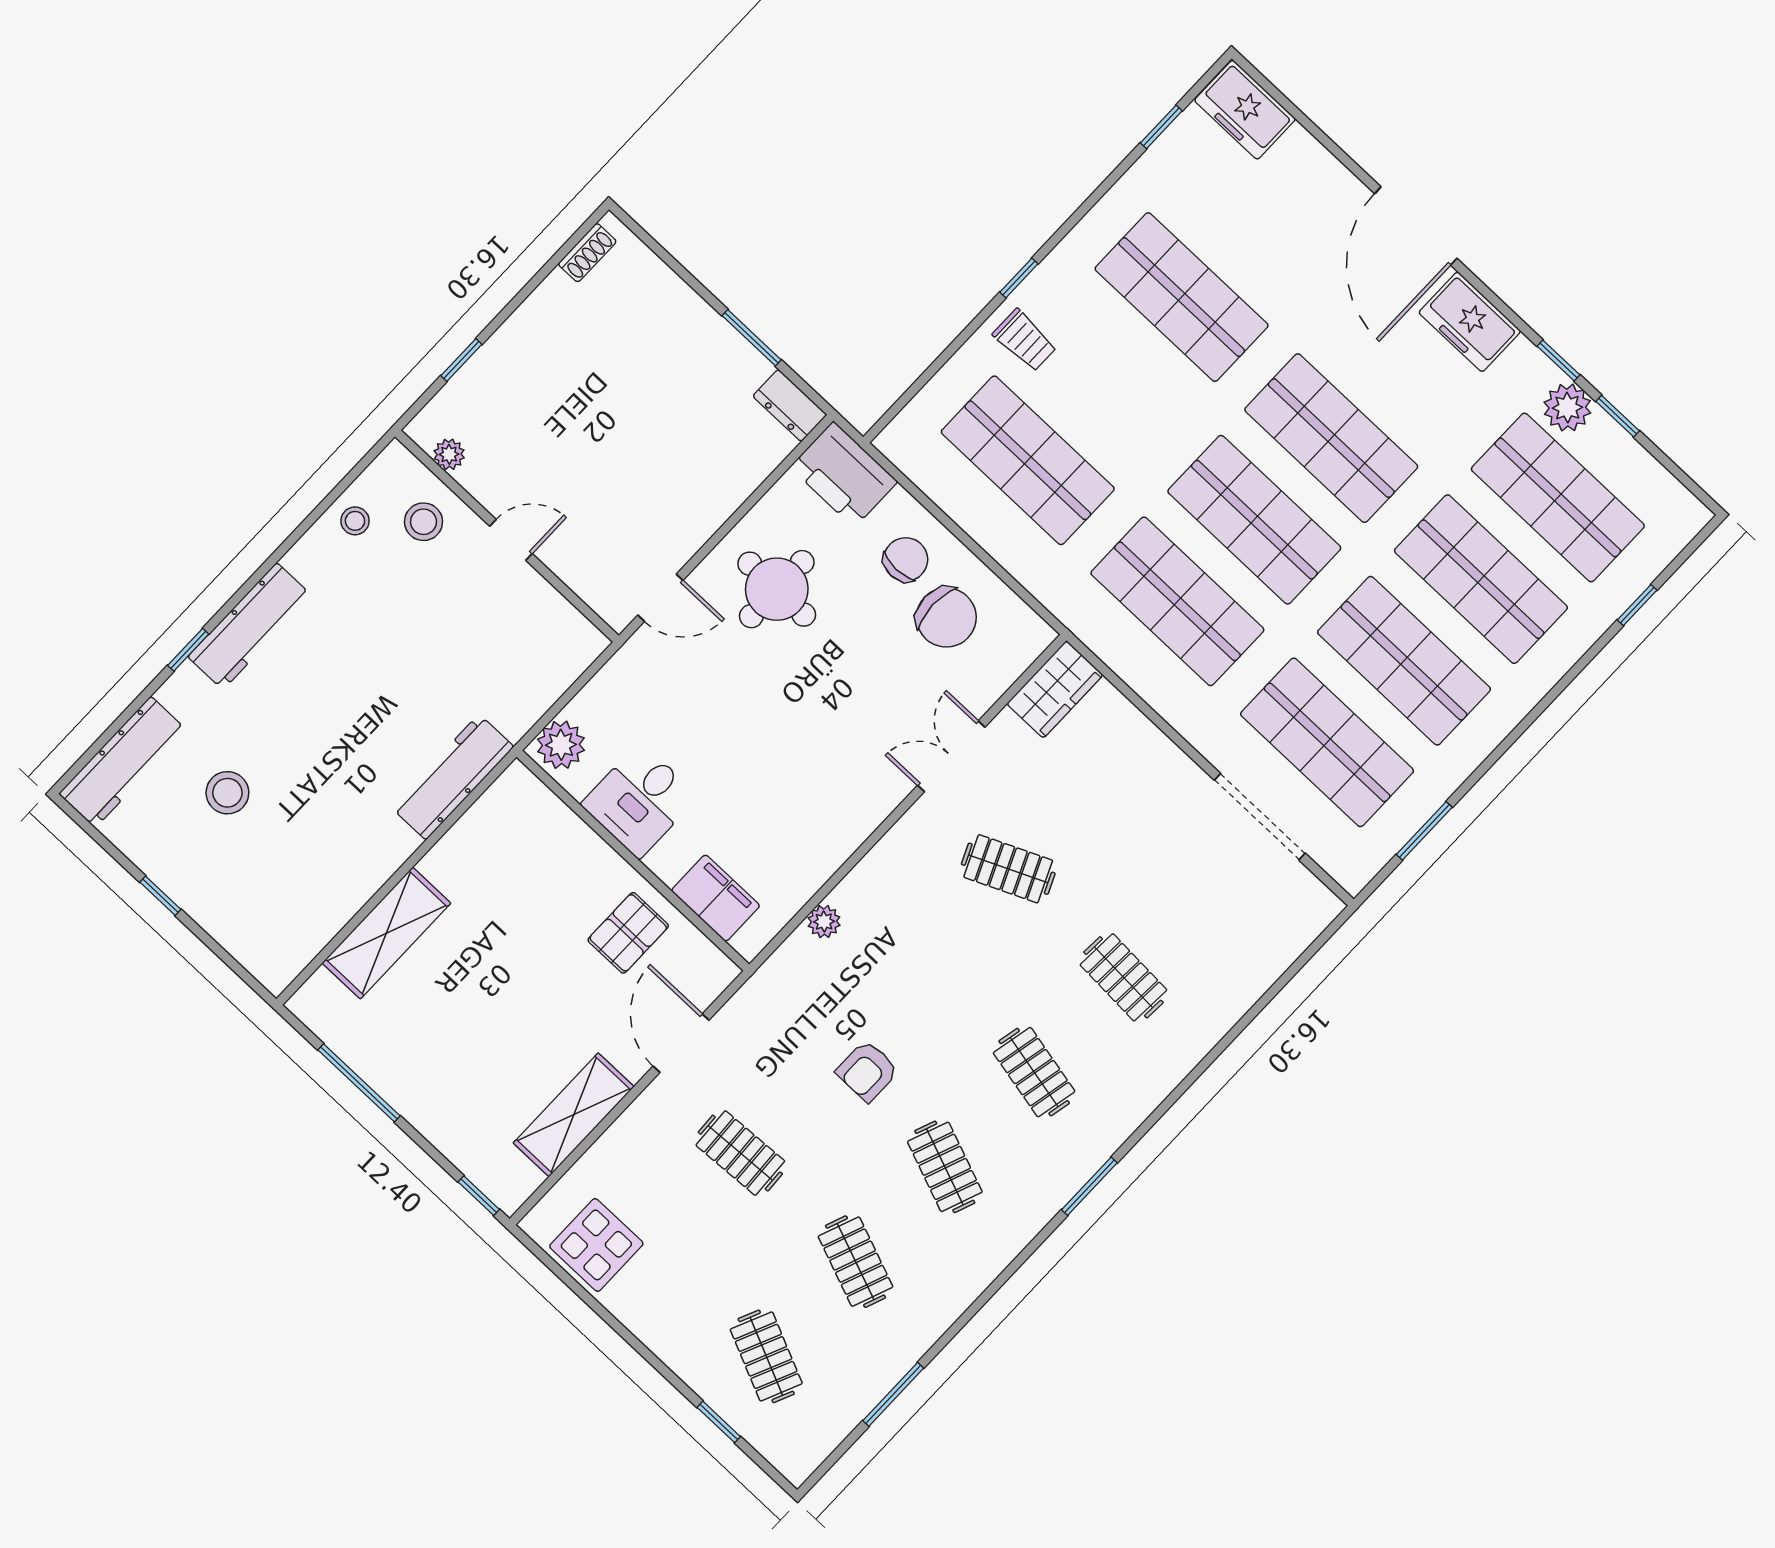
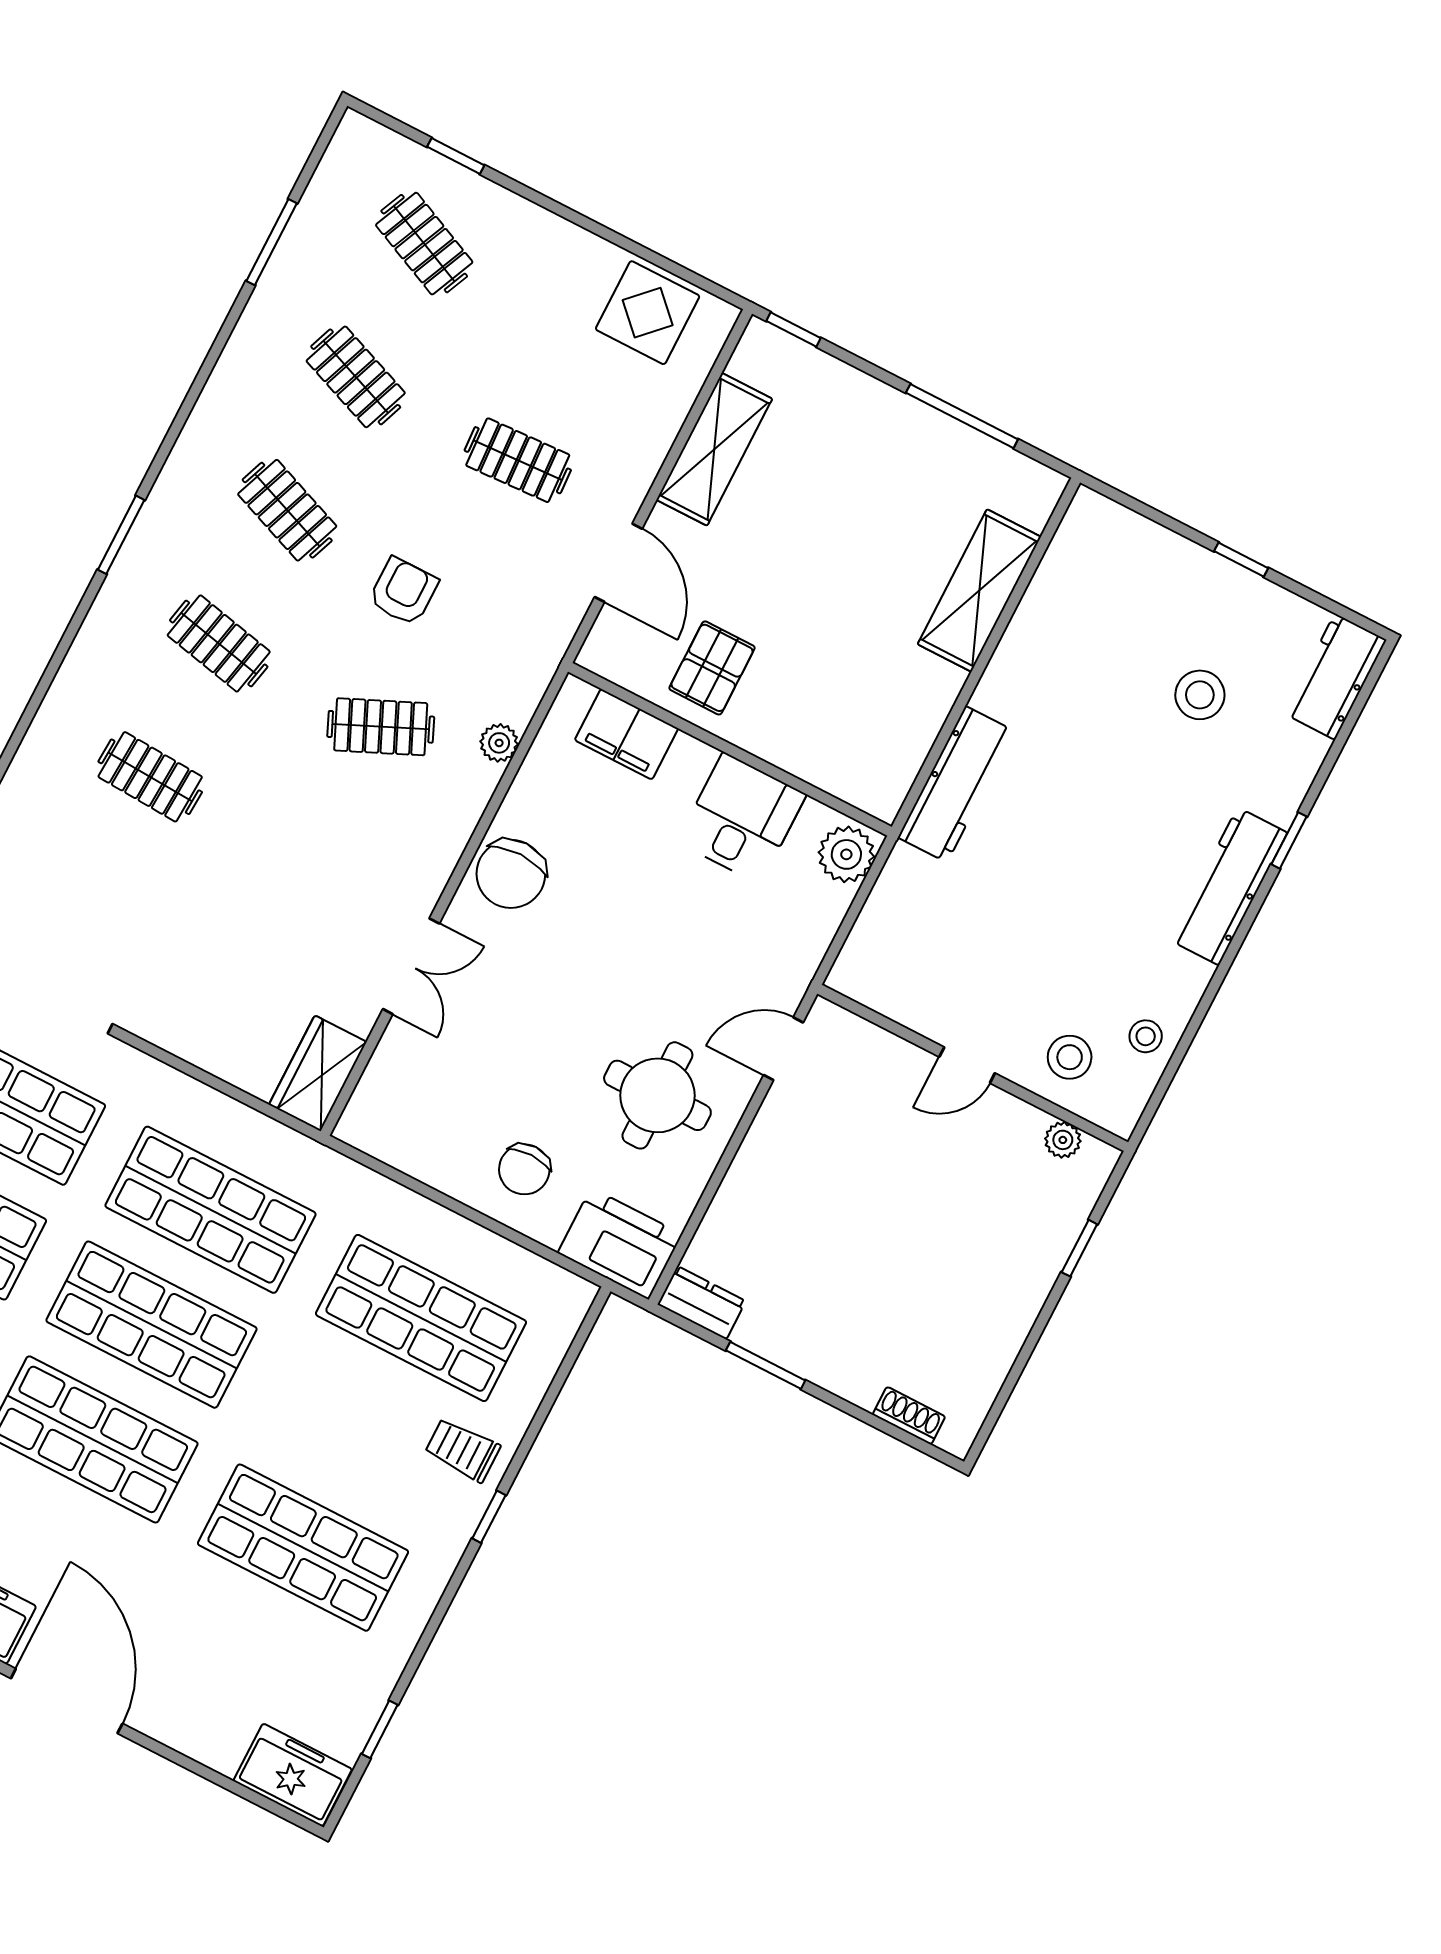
shoe rack: (587, 253) -> (909, 1416), moved, turned 90
chair: (946, 617) -> (511, 874), moved, turned -90
workbench: (123, 762) -> (1335, 677), width x0.73
clothes rail: (1008, 869) -> (381, 727), moved

